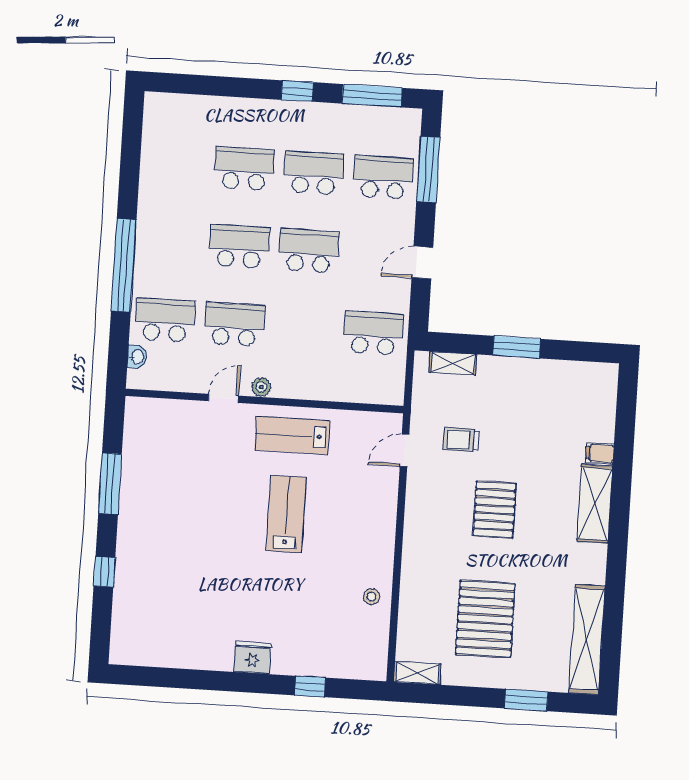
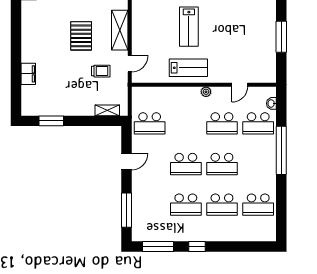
school desk: (383, 177) -> (258, 205), moved
window: (517, 347) -> (51, 121), moved
door: (223, 398) -> (240, 85), moved
filing cabinet: (600, 453) -> (28, 74), width x2.00
shelving: (595, 504) -> (120, 30), moved

